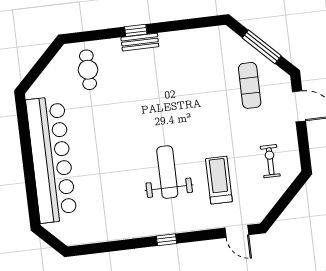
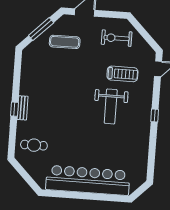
exercise bike: (270, 161) -> (117, 38), width x1.38, depth x1.39
weight bench: (167, 172) -> (111, 106), turned -90
treadmill: (219, 180) -> (122, 74), turned 180

